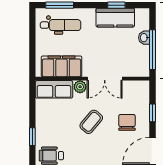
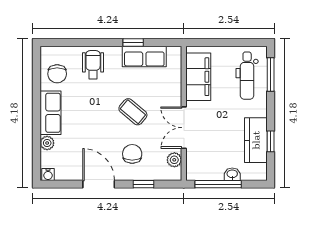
plant: (80, 87) -> (174, 160), moved
row of seats: (54, 89) -> (144, 56), moved, turned -90
chair: (127, 122) -> (132, 154), turned -90
window: (32, 137) -> (133, 42), moved

